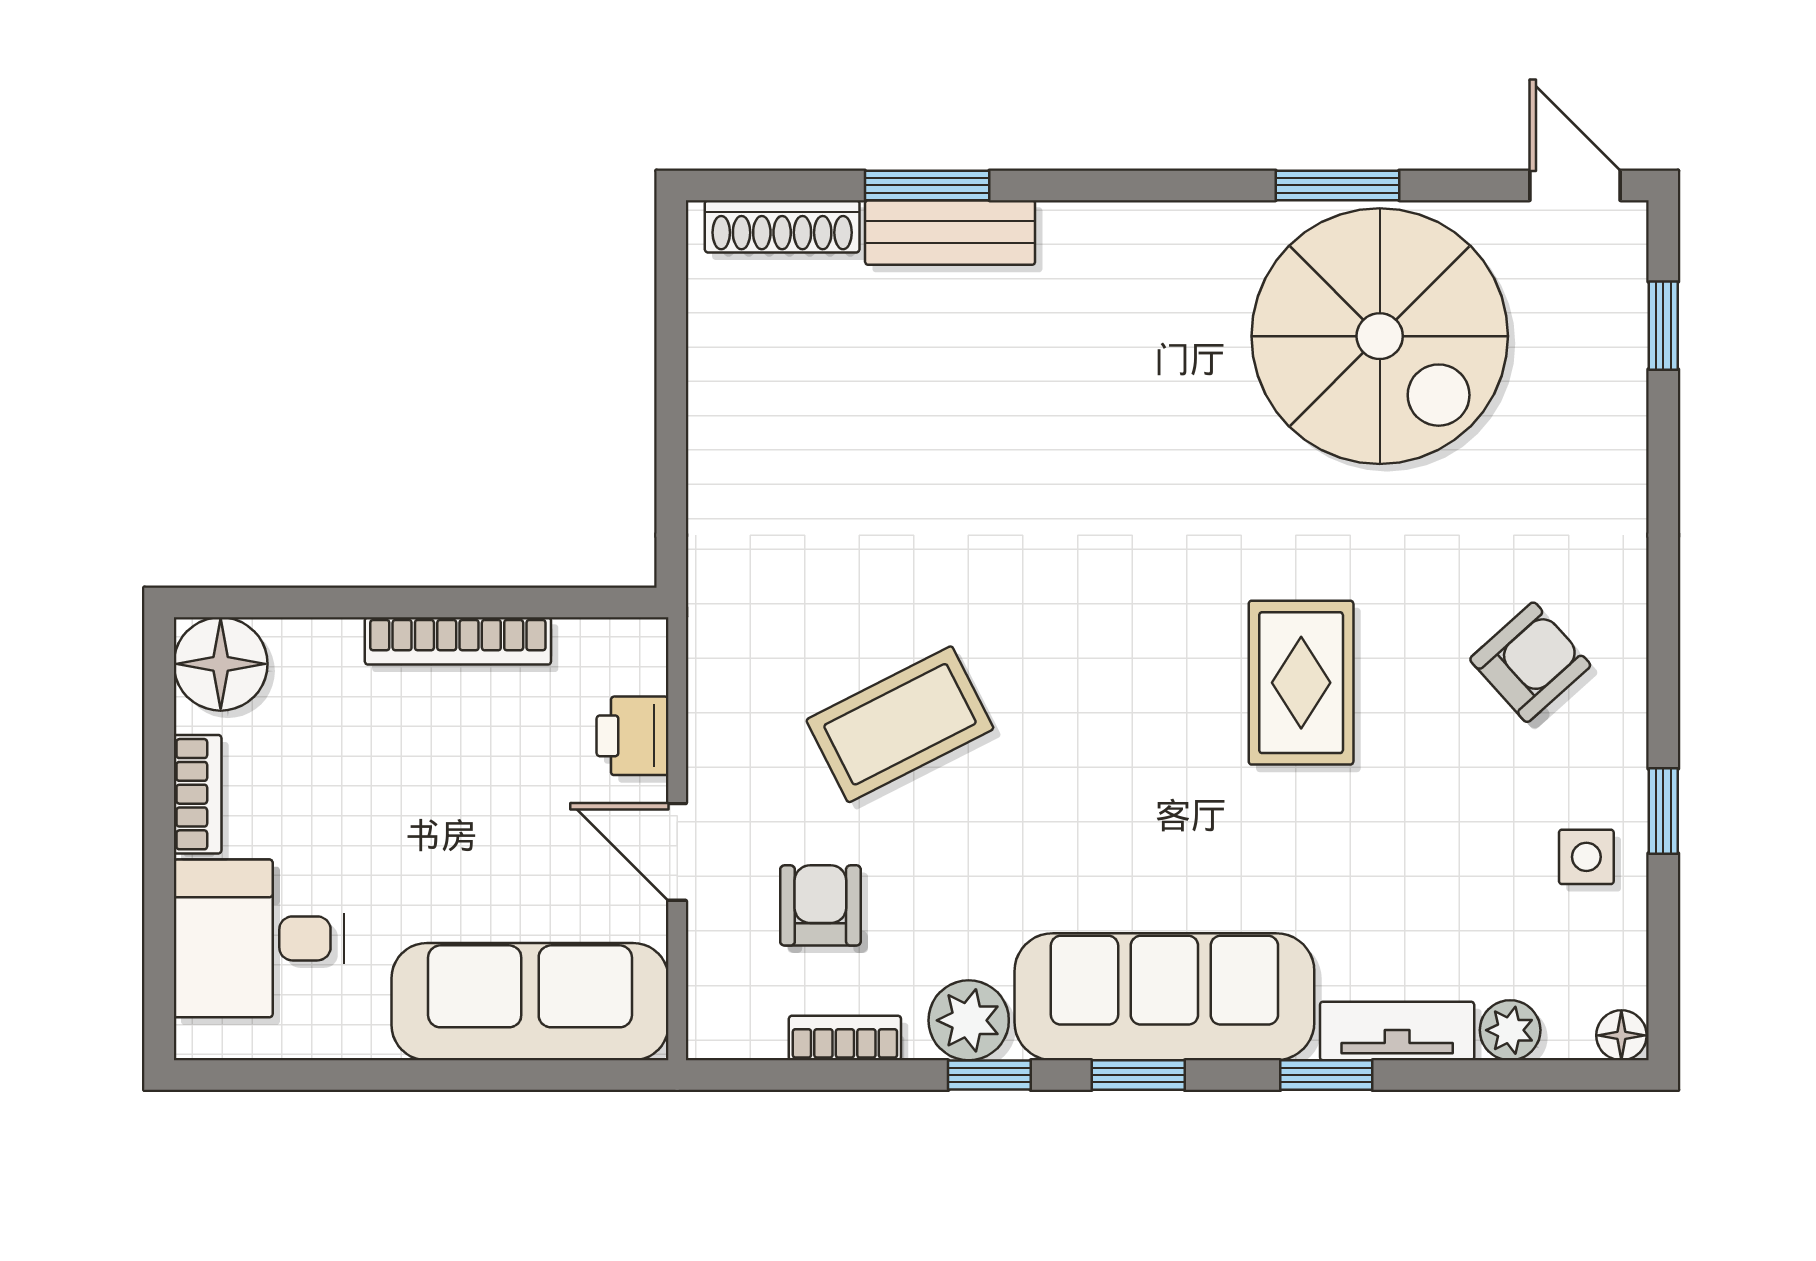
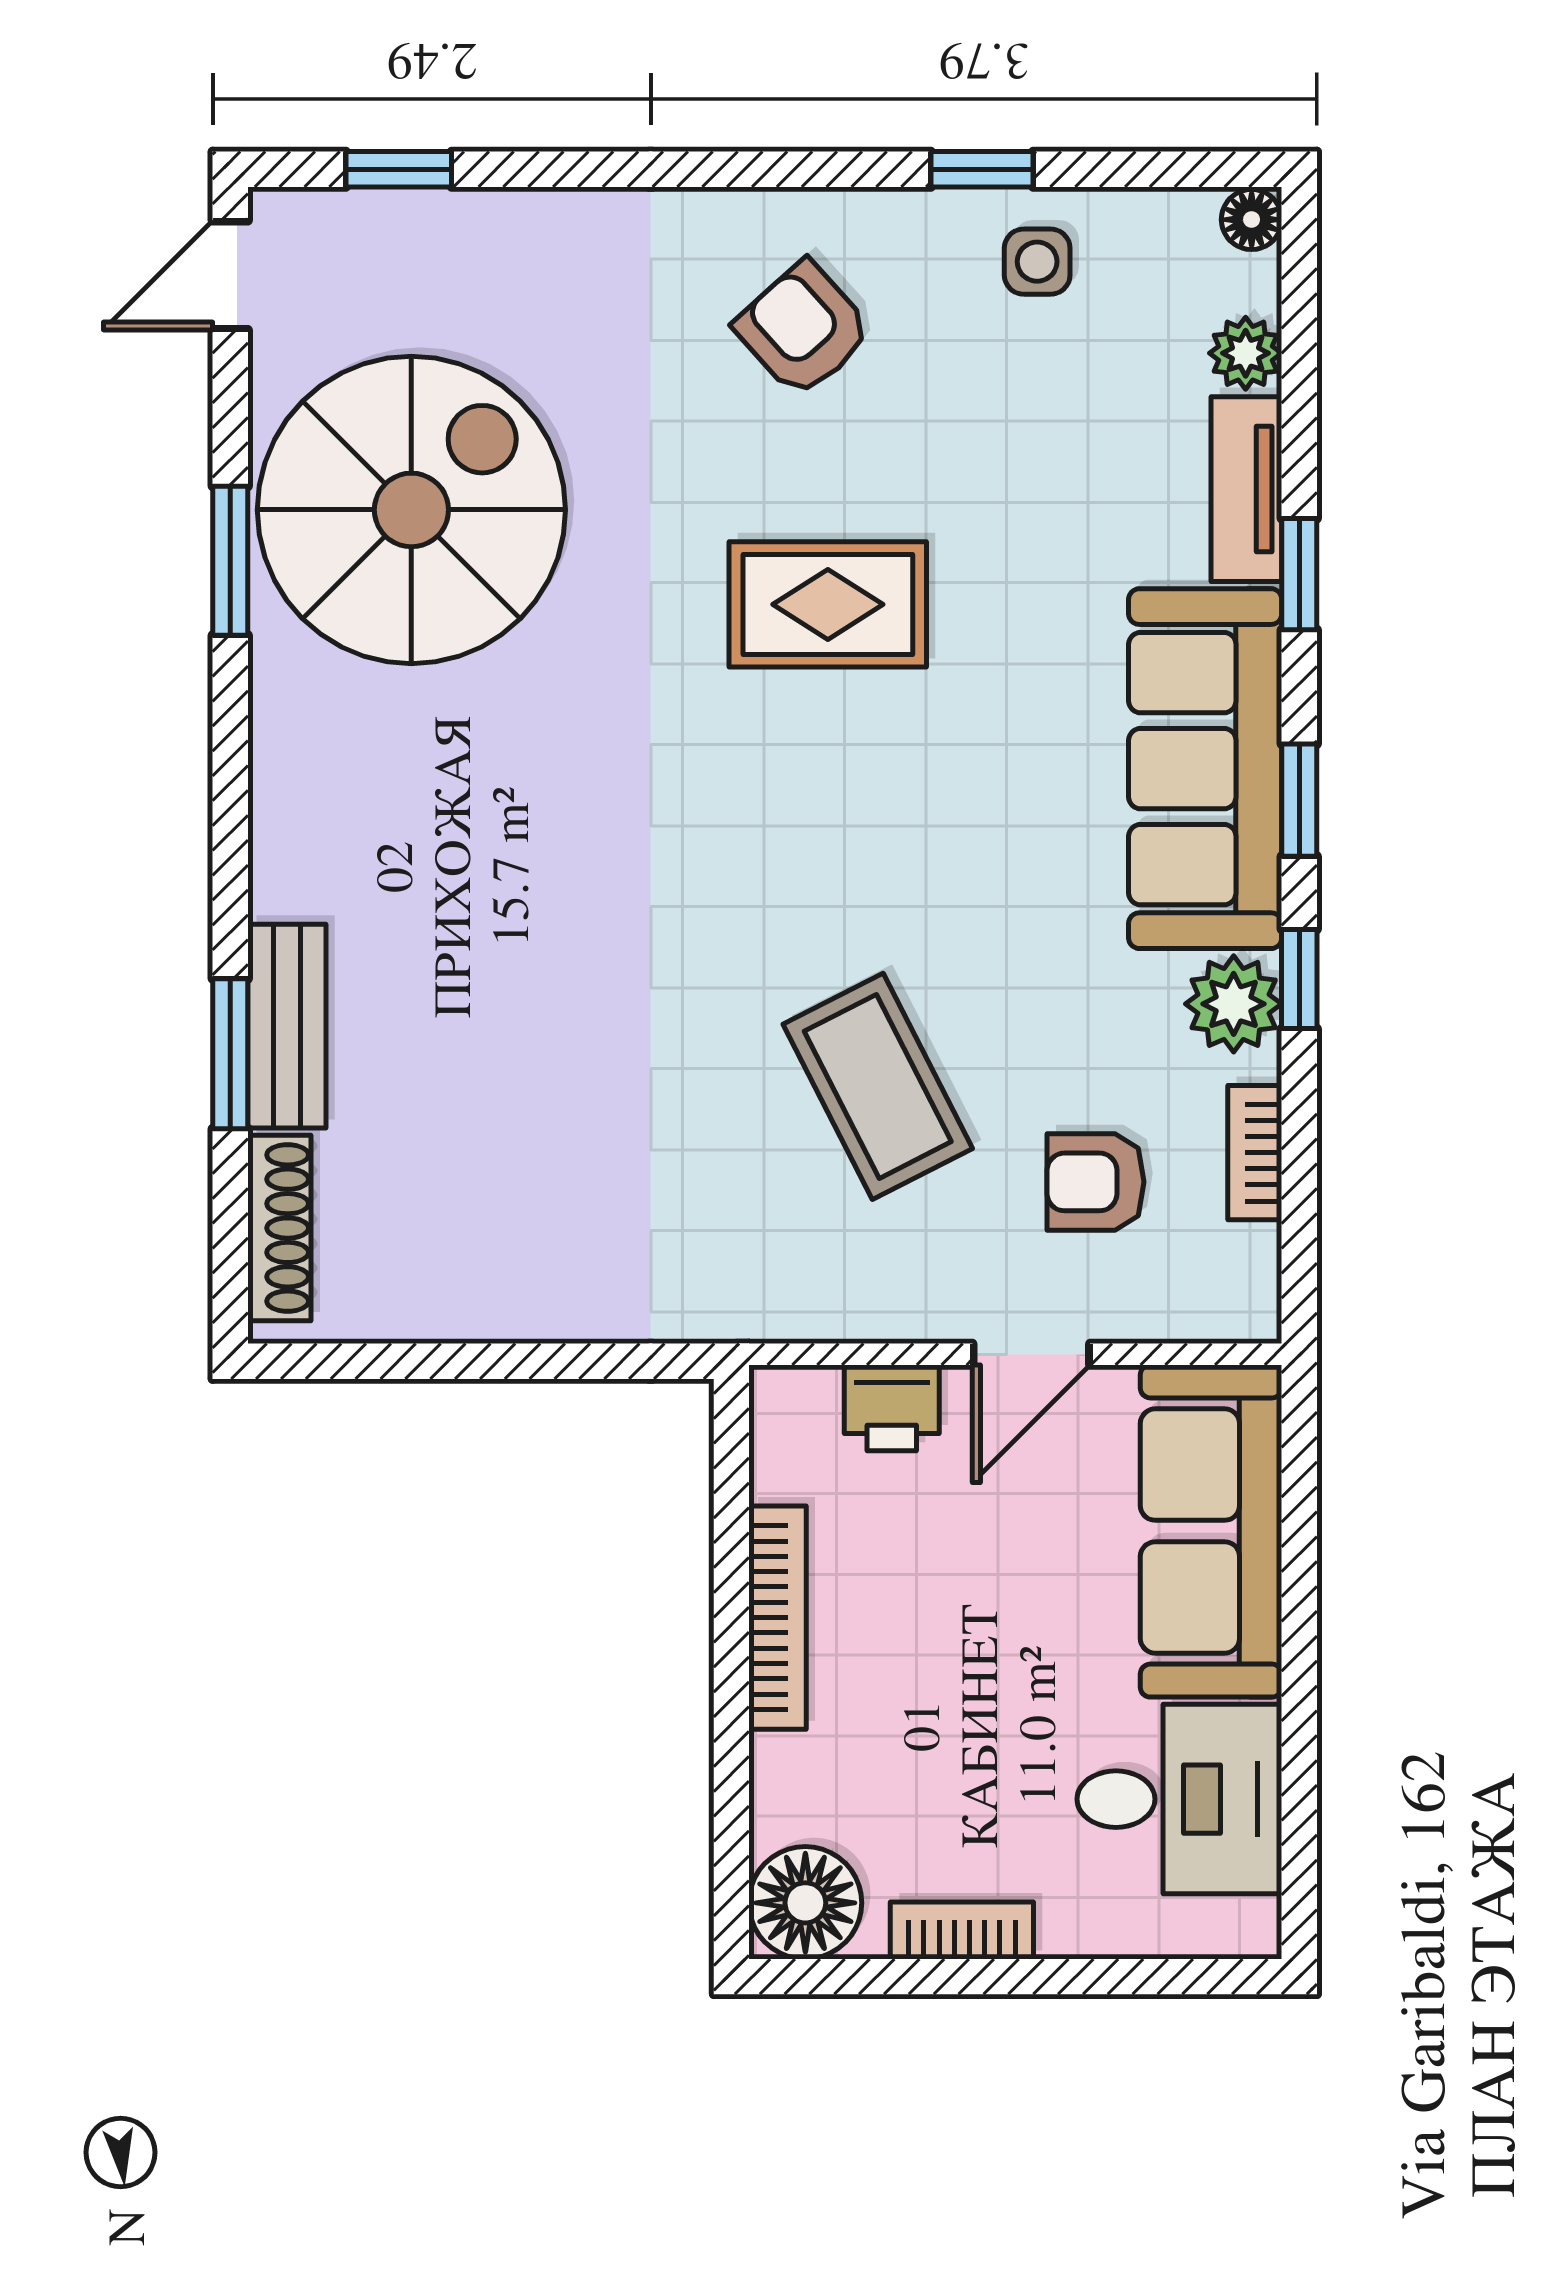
desk: (259, 938) -> (1179, 1799), moved, turned -90

